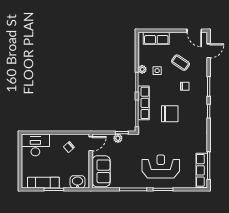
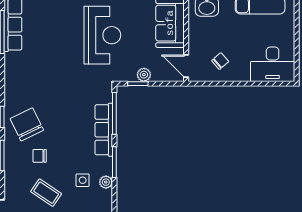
chair: (170, 114) -> (27, 124), moved, turned 64
door: (91, 144) -> (186, 66), hinge flipped
reception desk: (161, 166) -> (102, 35), moved, turned -90

